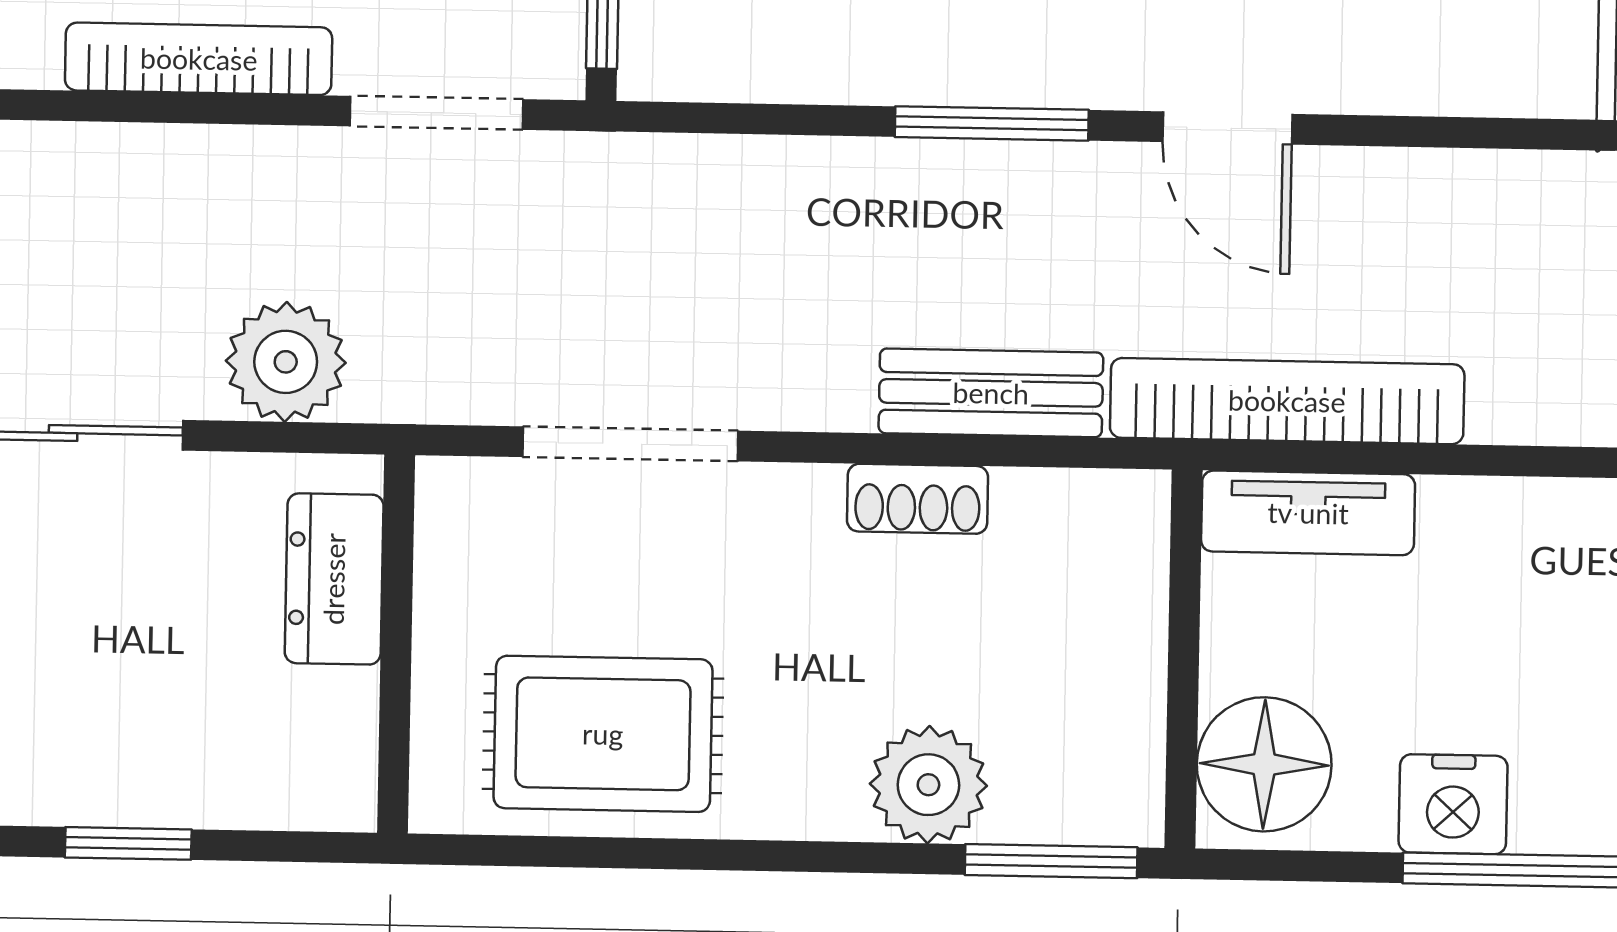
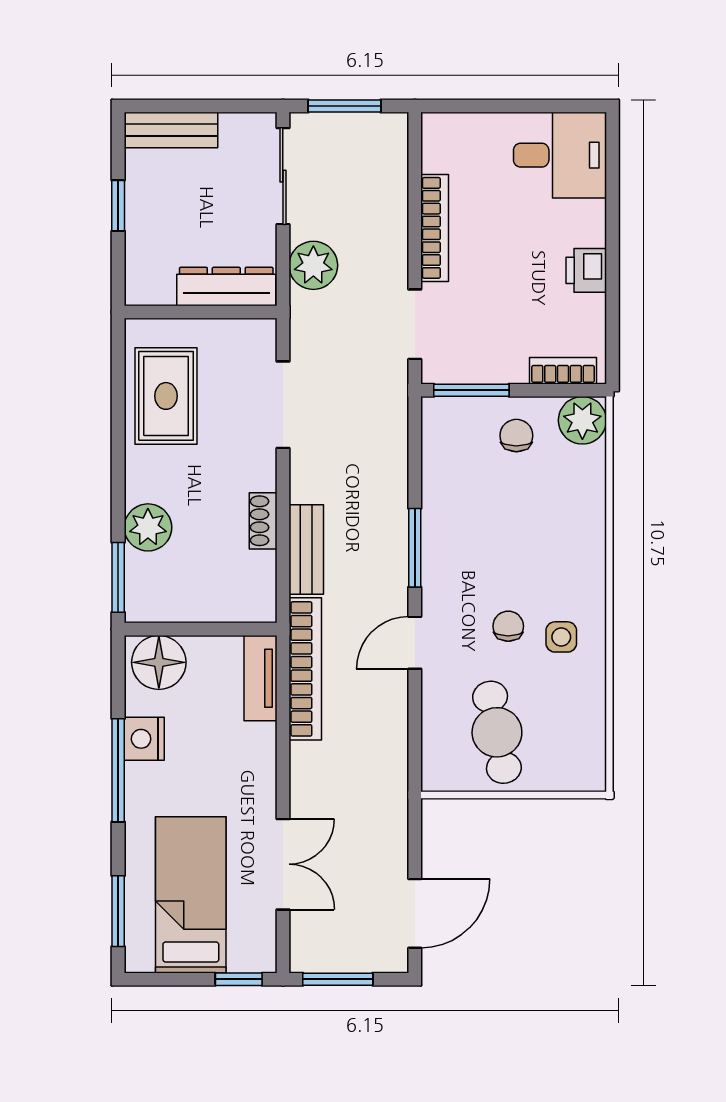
dresser: (334, 579) -> (226, 286), width x1.44

